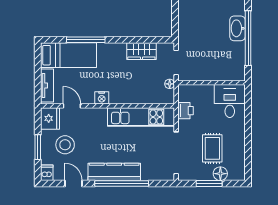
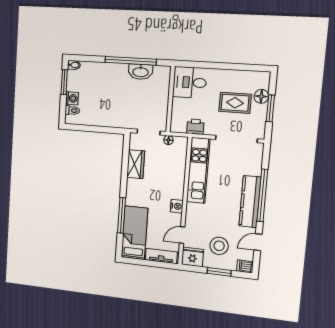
washbasin: (237, 28) -> (140, 72), moved

